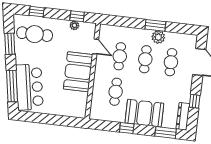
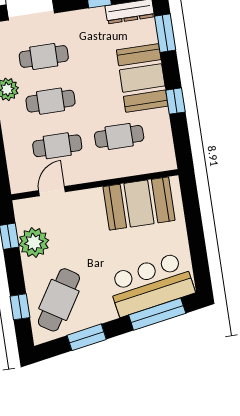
plant: (74, 25) -> (34, 243), width x1.87, depth x1.87
cafe table: (35, 34) -> (59, 300), turned 32
booth: (78, 72) -> (139, 204), moved

